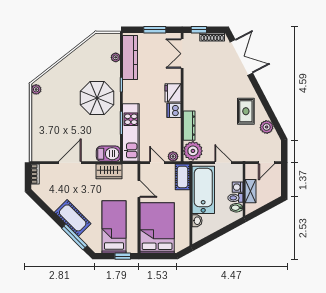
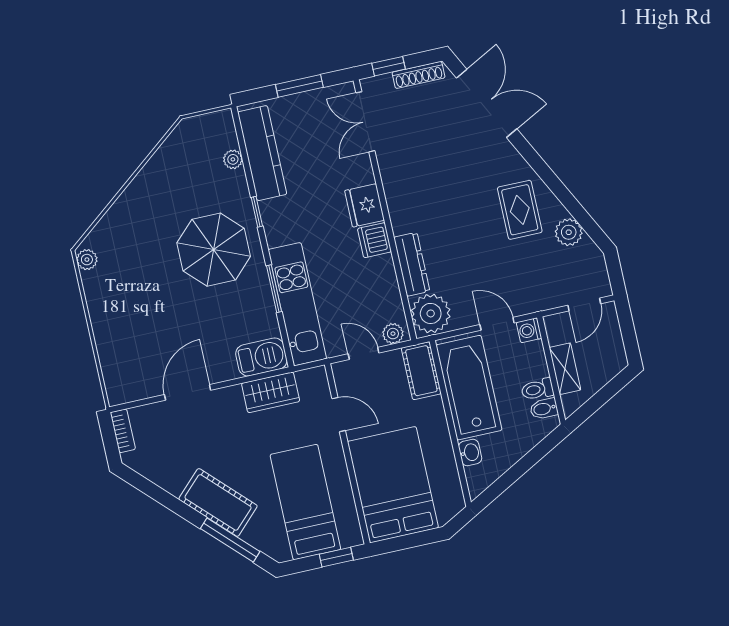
washing machine: (238, 187) -> (529, 330), moved

